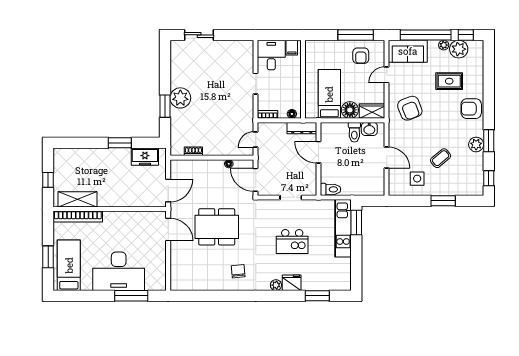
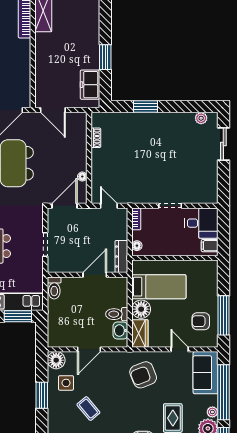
plant: (180, 98) -> (201, 118), moved, width x0.53, depth x0.53
floor lamp: (396, 188) -> (56, 360), added
window: (443, 201) -> (42, 395), moved

